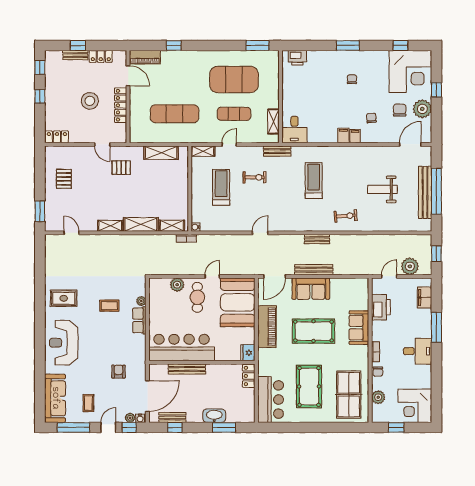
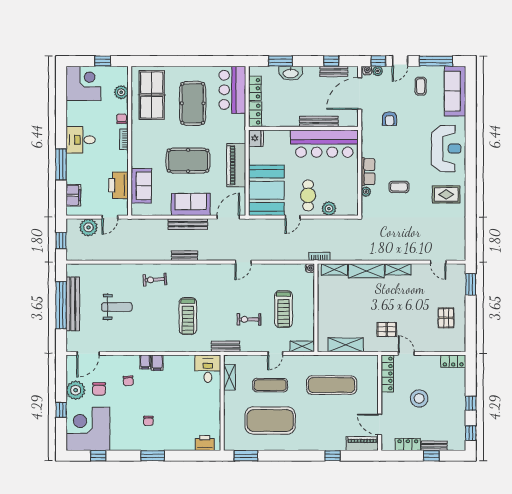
locker: (121, 105) -> (387, 373), moved
sofa: (359, 328) -> (141, 186), moved
locker: (249, 401) -> (255, 88), added

